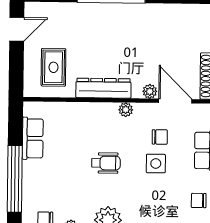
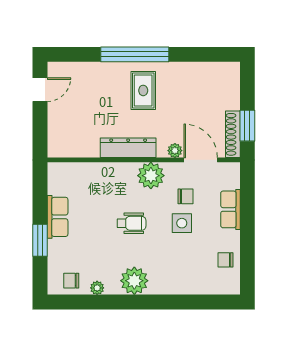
rug: (53, 67) -> (143, 90), moved
plant: (126, 110) -> (151, 176), width x1.88, depth x1.88
row of seats: (33, 138) -> (58, 217), moved
window: (15, 179) -> (40, 240), width x0.47

